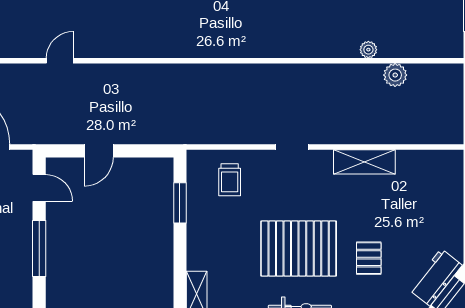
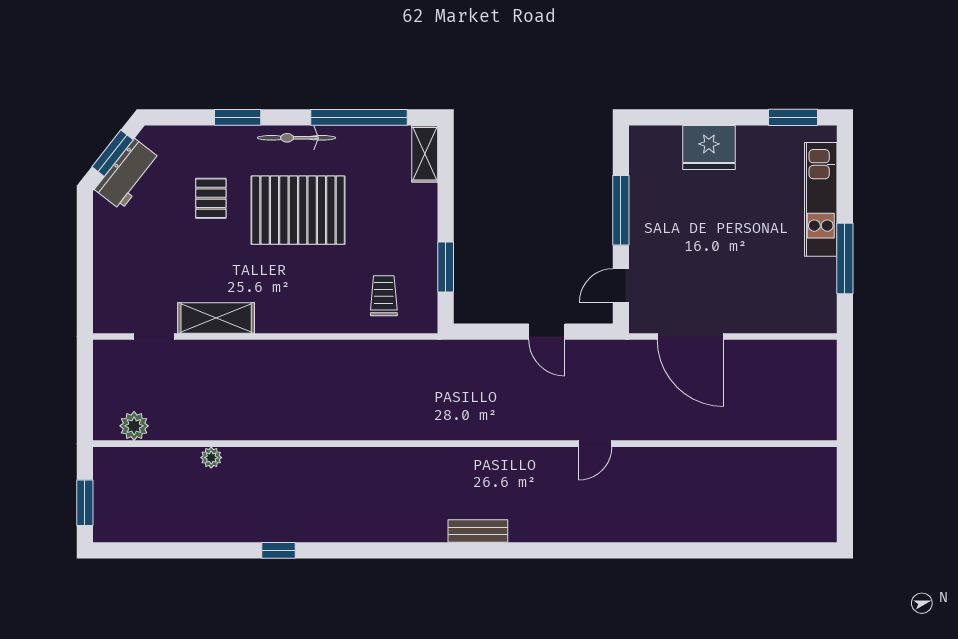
plant: (395, 75) -> (134, 426), moved
doorway: (292, 147) -> (154, 337), moved
door: (99, 151) -> (547, 332), swing flipped
door: (39, 188) -> (621, 286), hinge flipped

